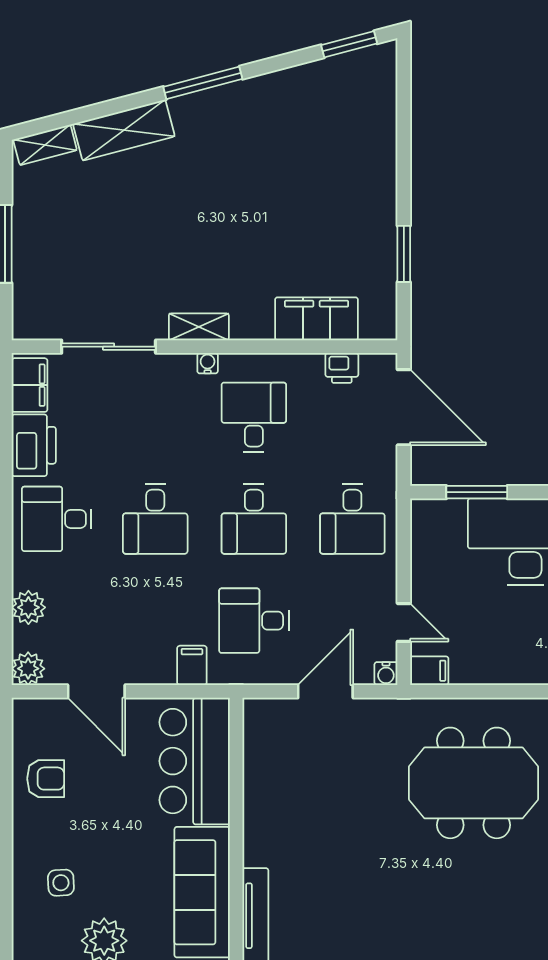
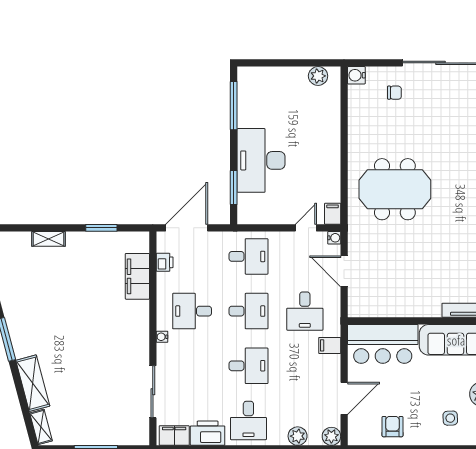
shelving: (199, 327) -> (48, 239), moved, turned 90
meeting table: (473, 783) -> (395, 189), turned 90

